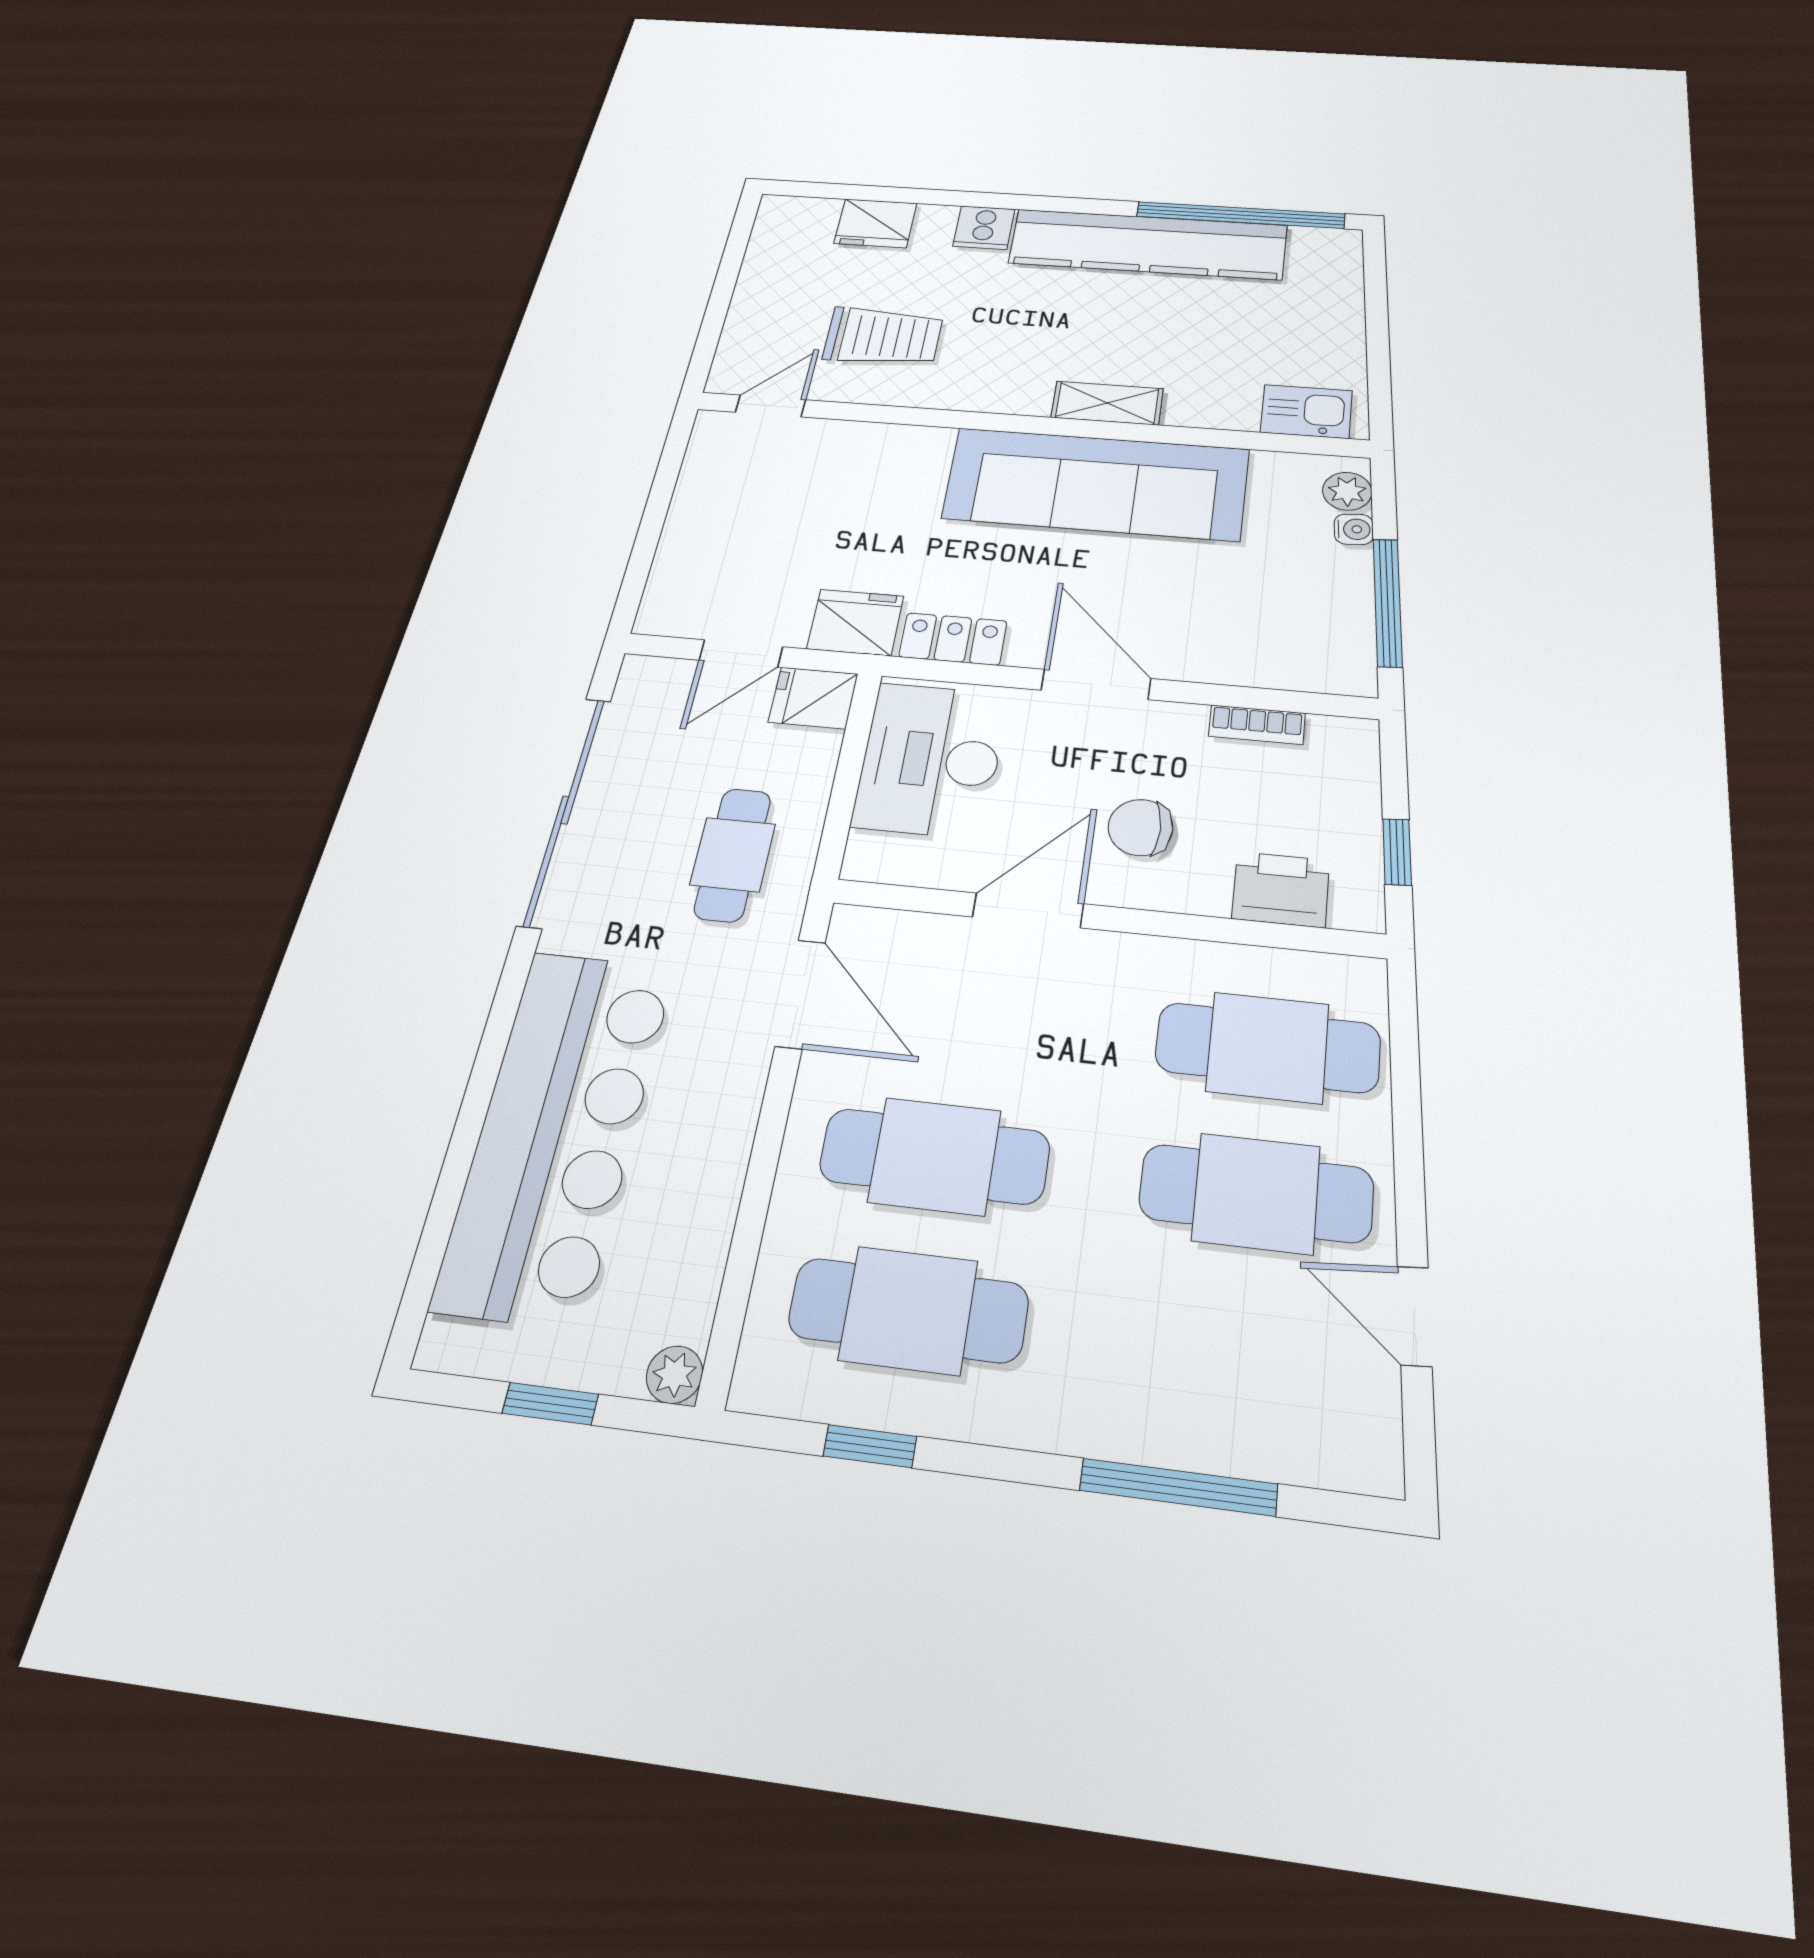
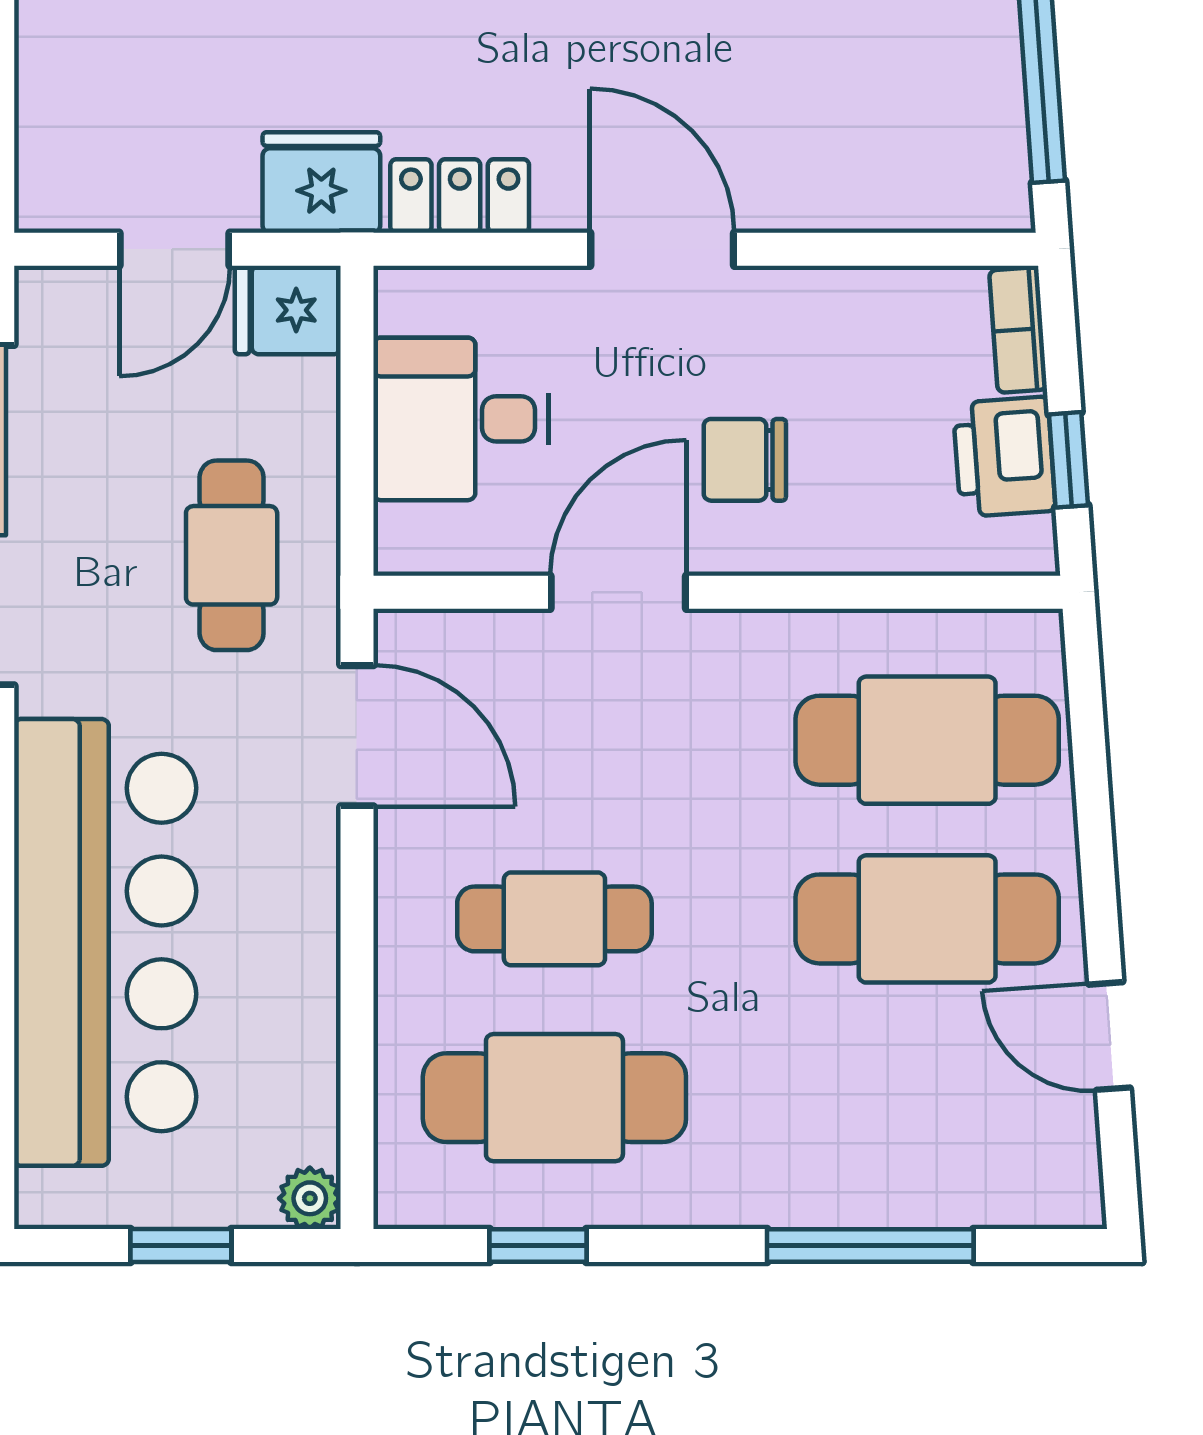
bookcase: (1257, 725) -> (1018, 330), moved, turned 86
desk: (931, 760) -> (461, 419), width x0.73
printer: (1281, 889) -> (1004, 457), moved, turned -94
cafe table: (935, 1156) -> (554, 919), width x0.73, depth x0.74

